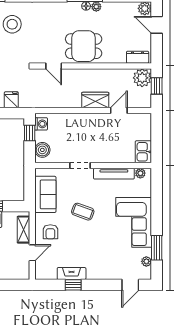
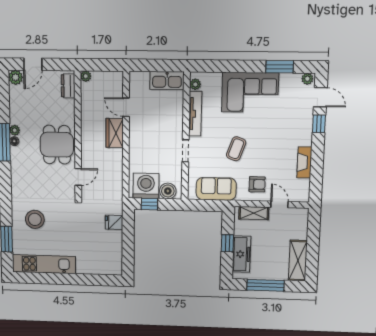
plant: (142, 78) -> (86, 76), width x0.53, depth x0.53
window: (157, 86) -> (99, 65), removed
washing machine: (41, 124) -> (146, 186), width x1.89, depth x1.89
kitchen sink: (143, 152) -> (167, 81), width x1.38
plant: (146, 261) -> (307, 79), moved
window: (73, 285) -> (319, 124), moved

